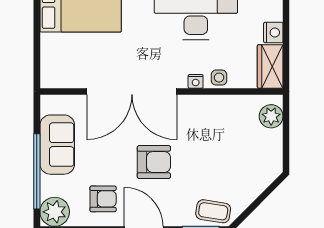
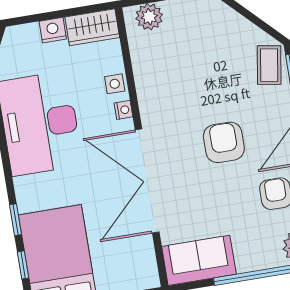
double door: (132, 91) -> (147, 181), swing flipped
sofa: (57, 145) -> (199, 260), moved

